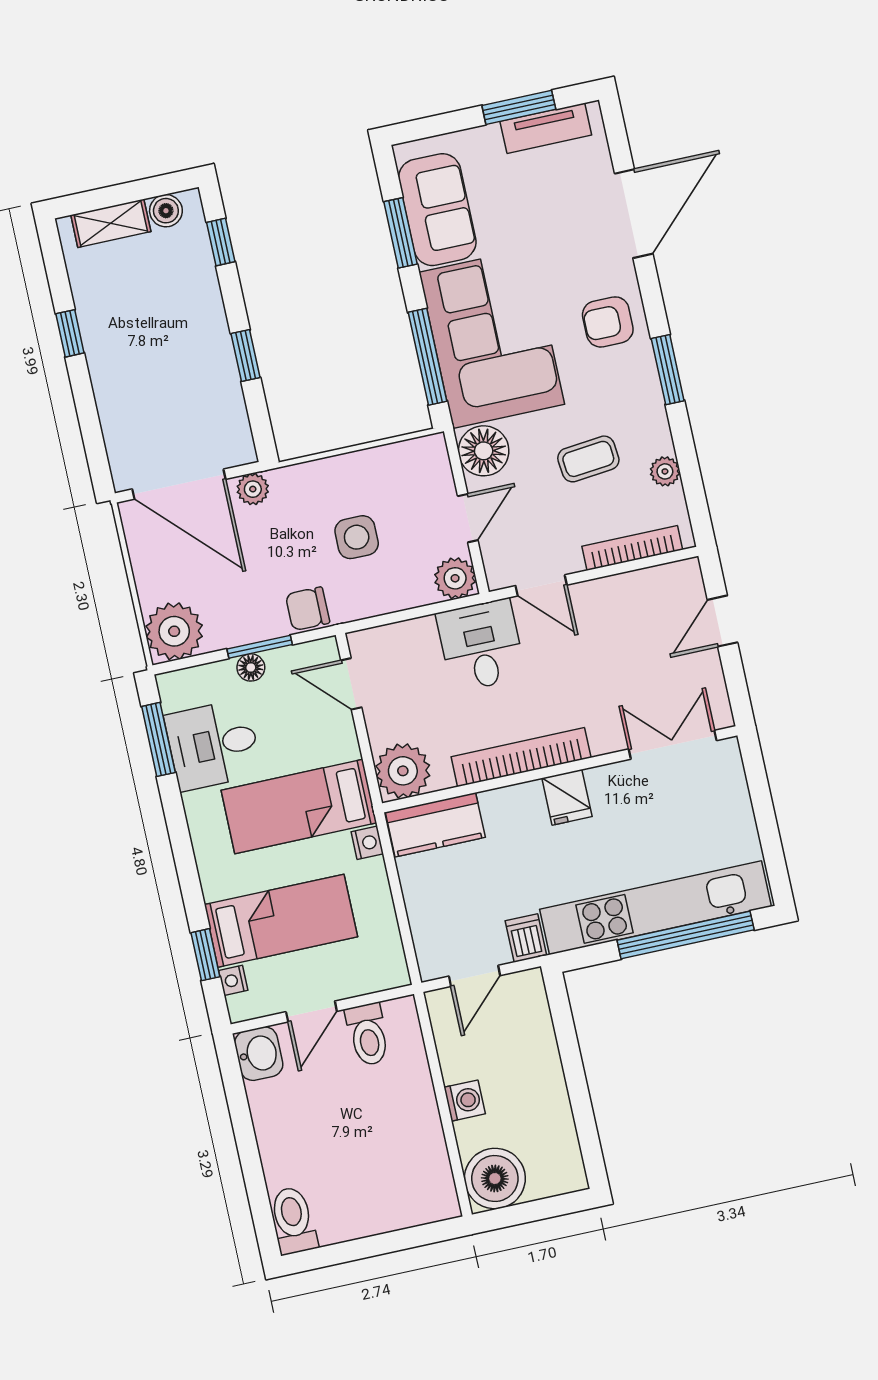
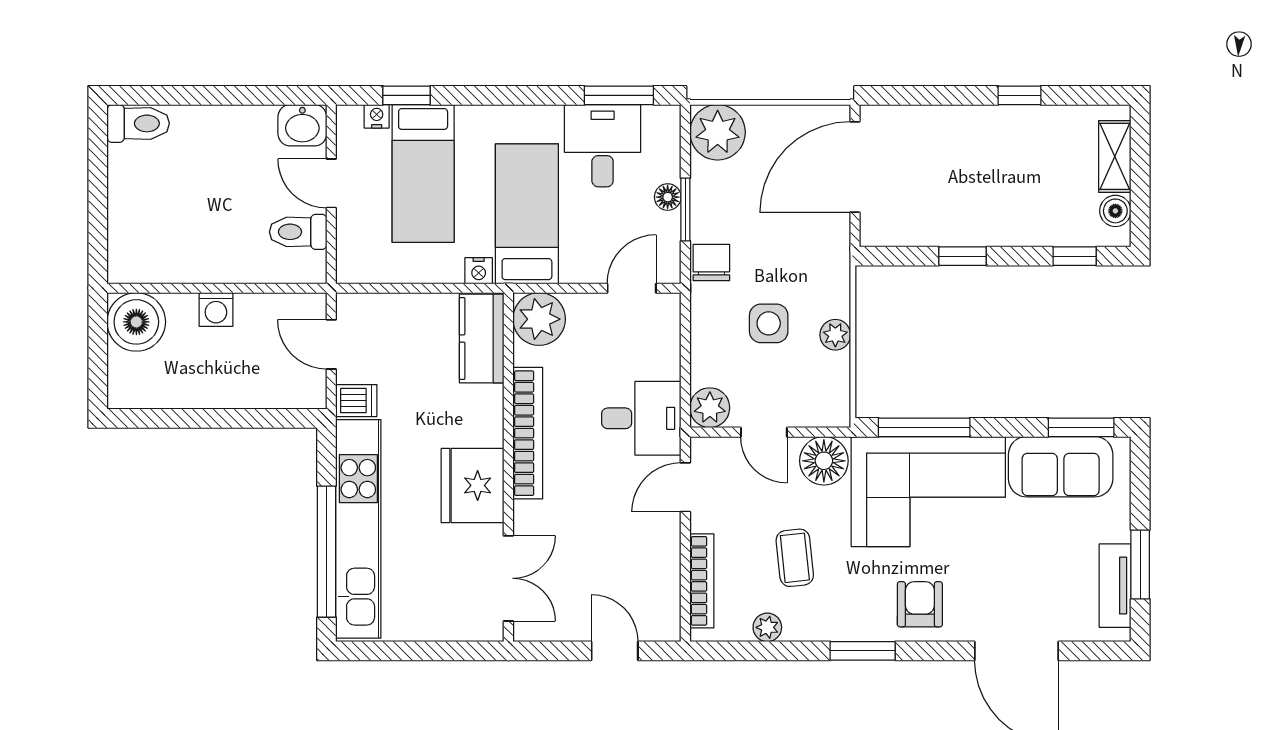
window: (401, 233) -> (1081, 427), moved
plant: (253, 489) -> (835, 335), moved
fridge: (567, 797) -> (473, 485), width x1.88, depth x1.34

